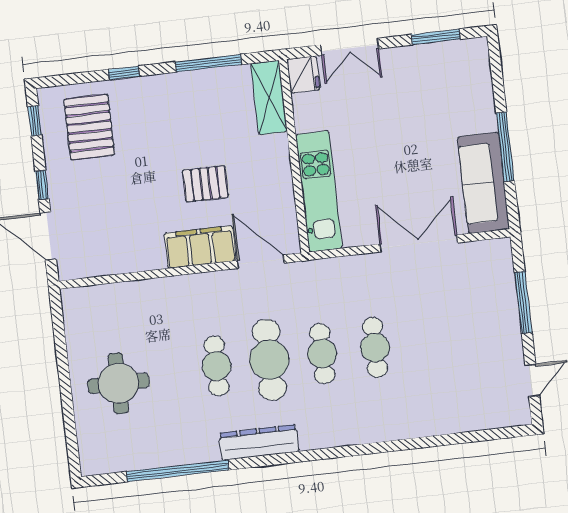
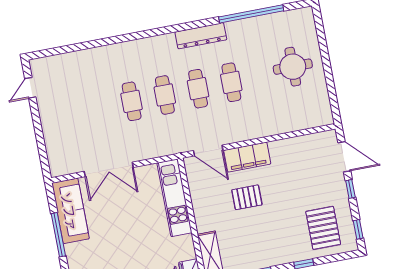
window: (523, 303) -> (40, 137), removed
cafe table: (269, 360) -> (198, 89), width x0.73, depth x0.74

